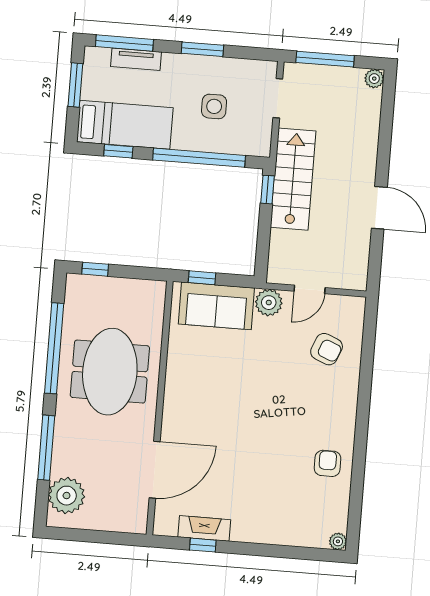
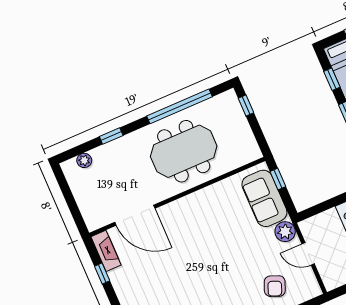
window: (46, 448) -> (111, 136), width x0.46
plant: (67, 496) -> (84, 160), width x0.53, depth x0.53
fireplace: (204, 528) -> (106, 251), moved

